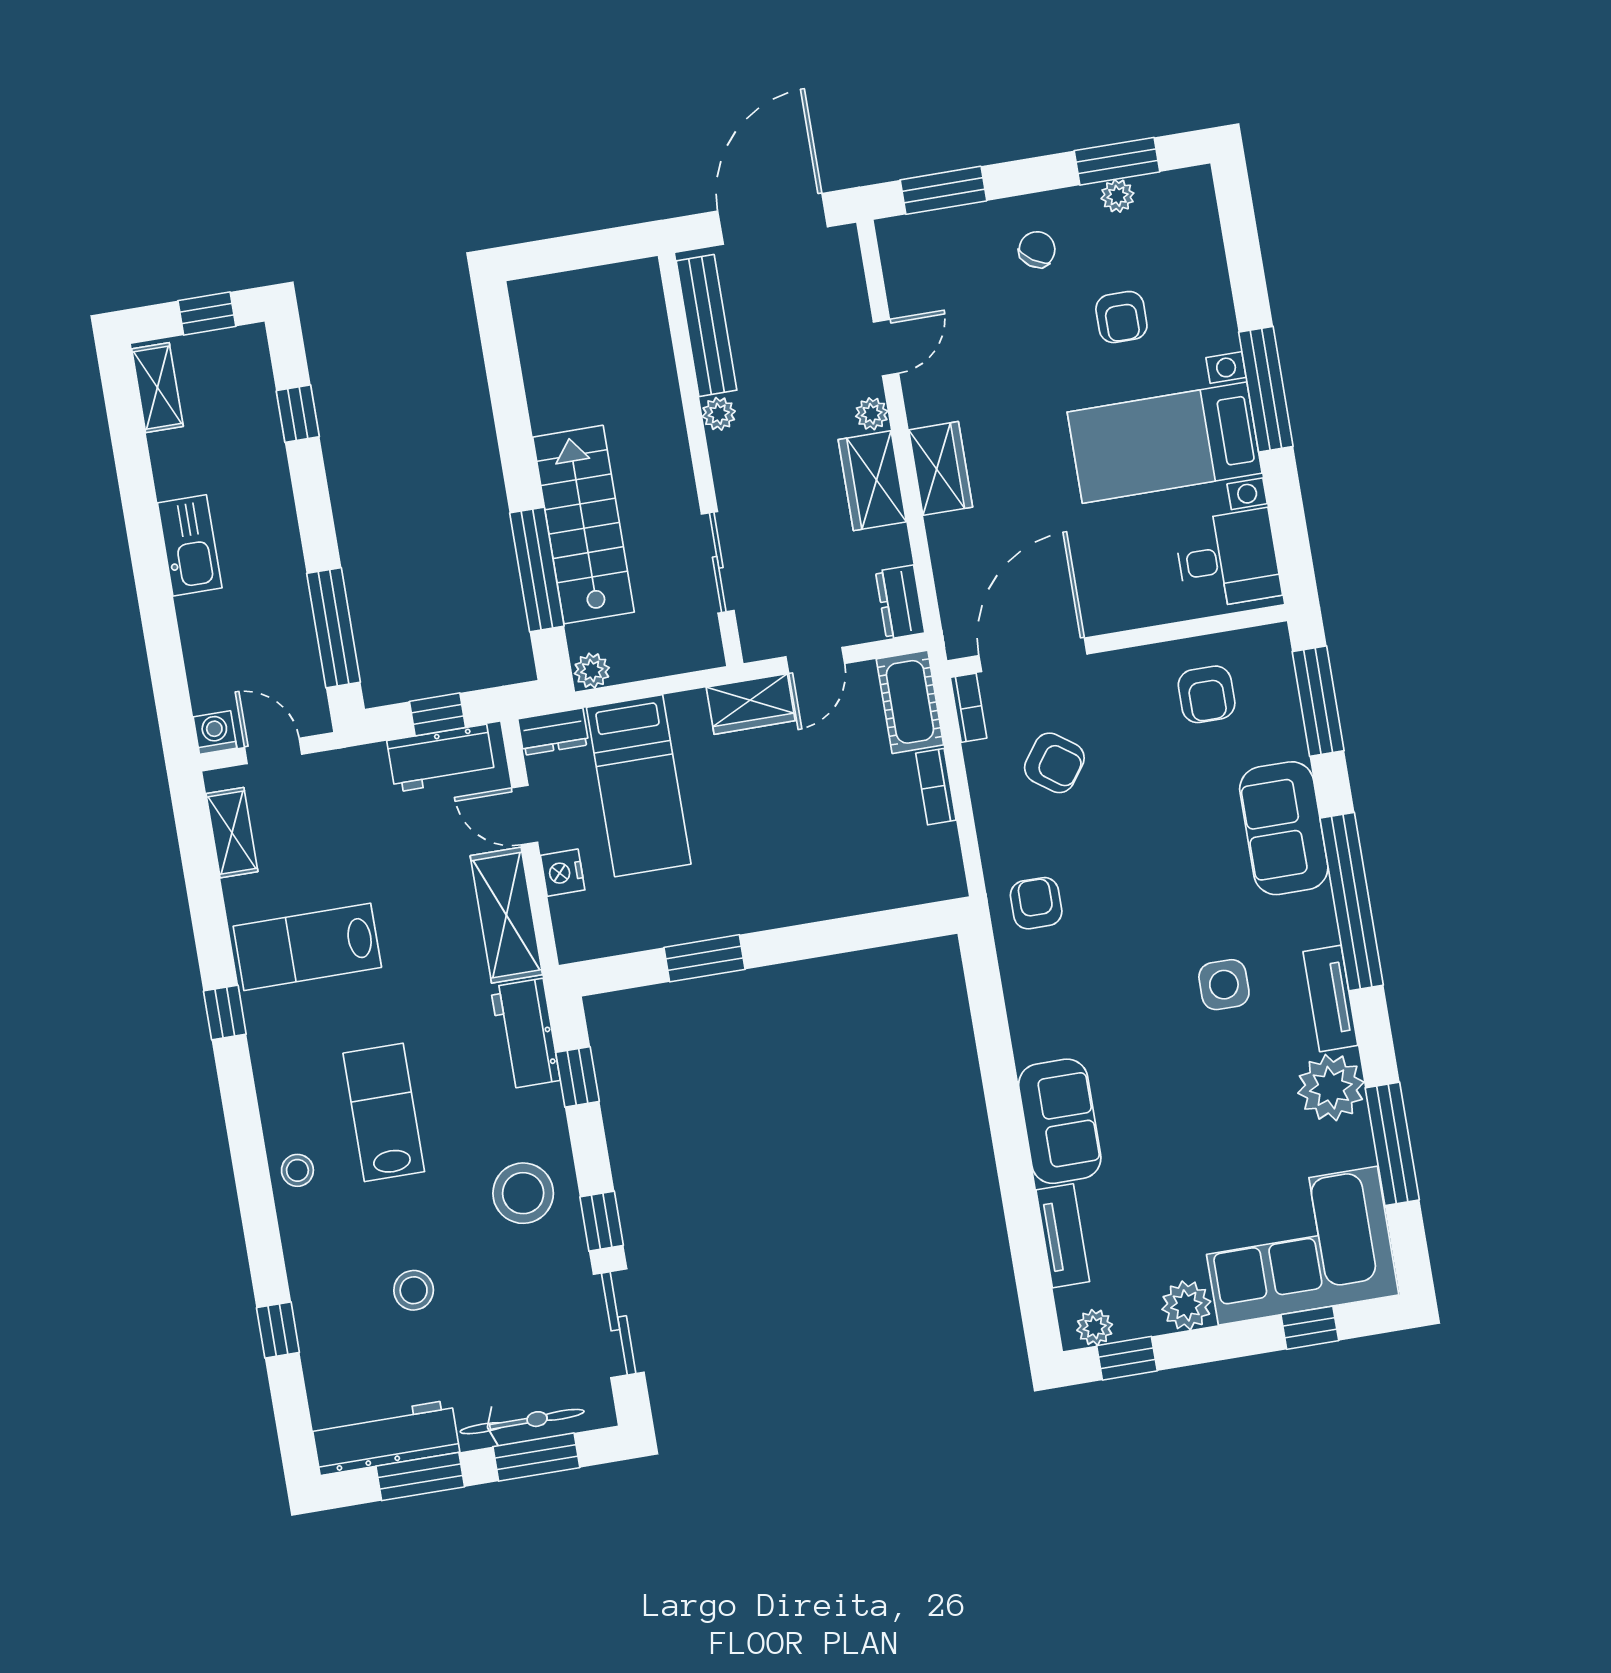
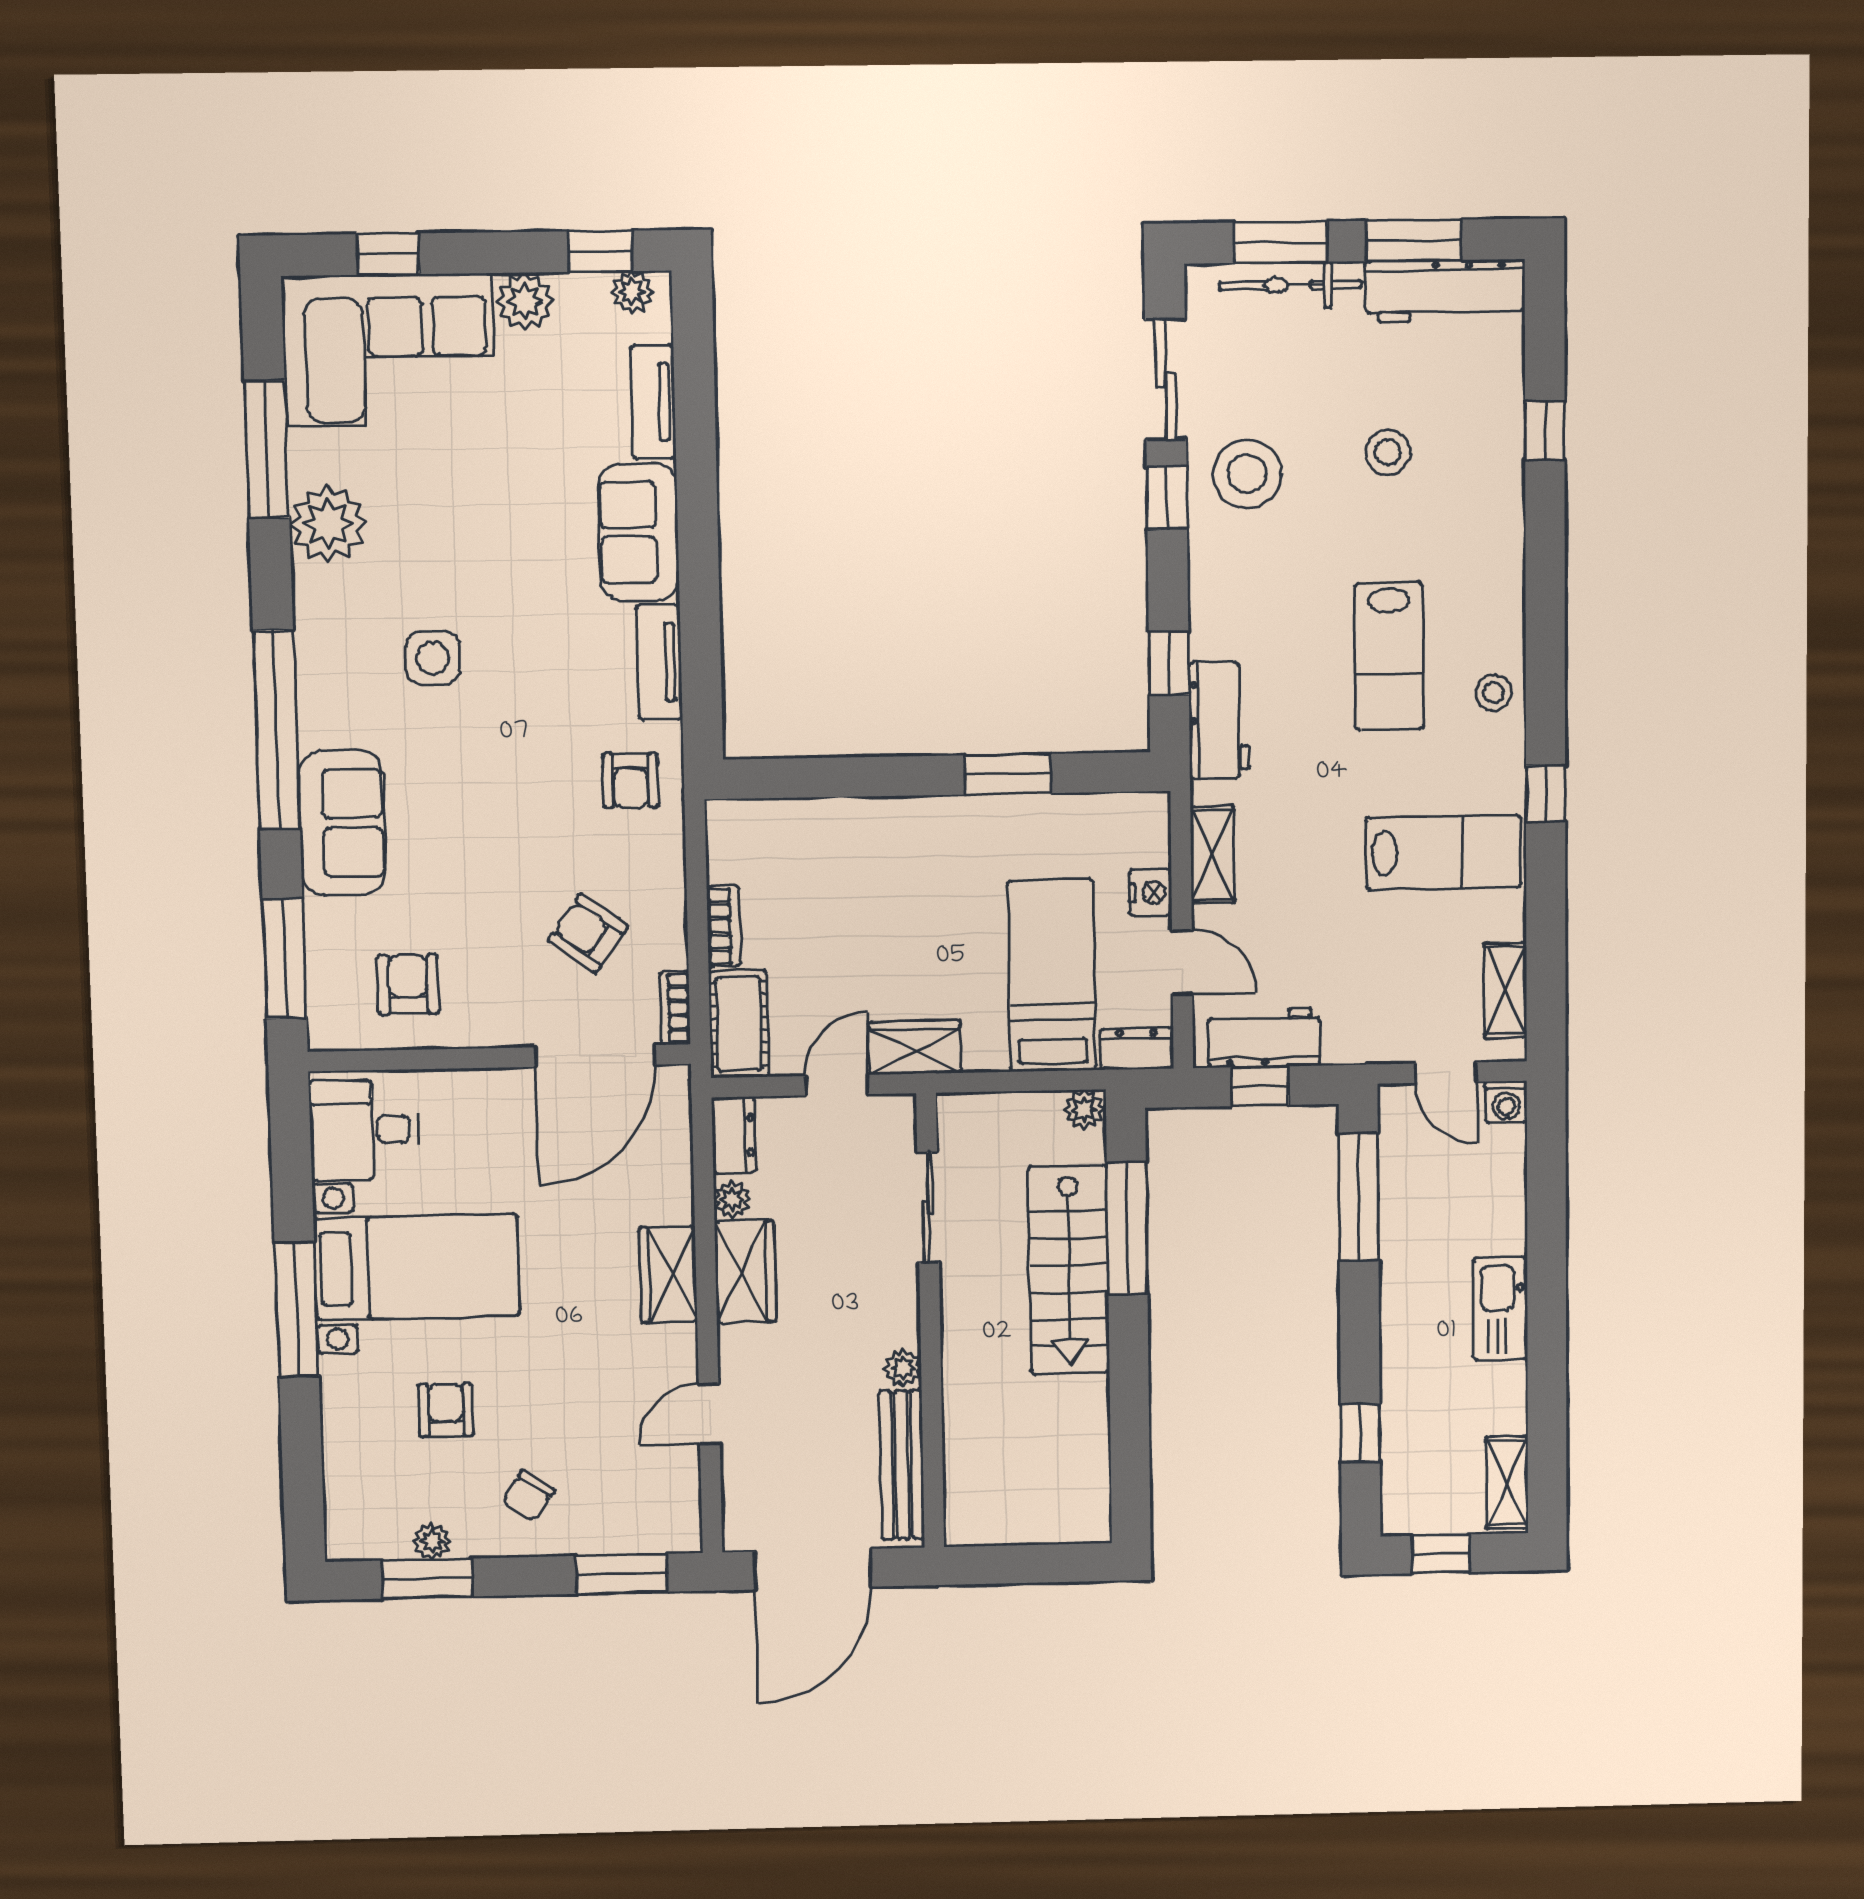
plant: (872, 414) -> (732, 1199), moved
shelving: (506, 915) -> (1212, 855), width x0.67, depth x0.75
tv unit: (1330, 998) -> (659, 662), moved, turned 180
stool: (297, 1170) -> (1493, 693), moved
stool: (523, 1193) -> (1247, 474), moved

